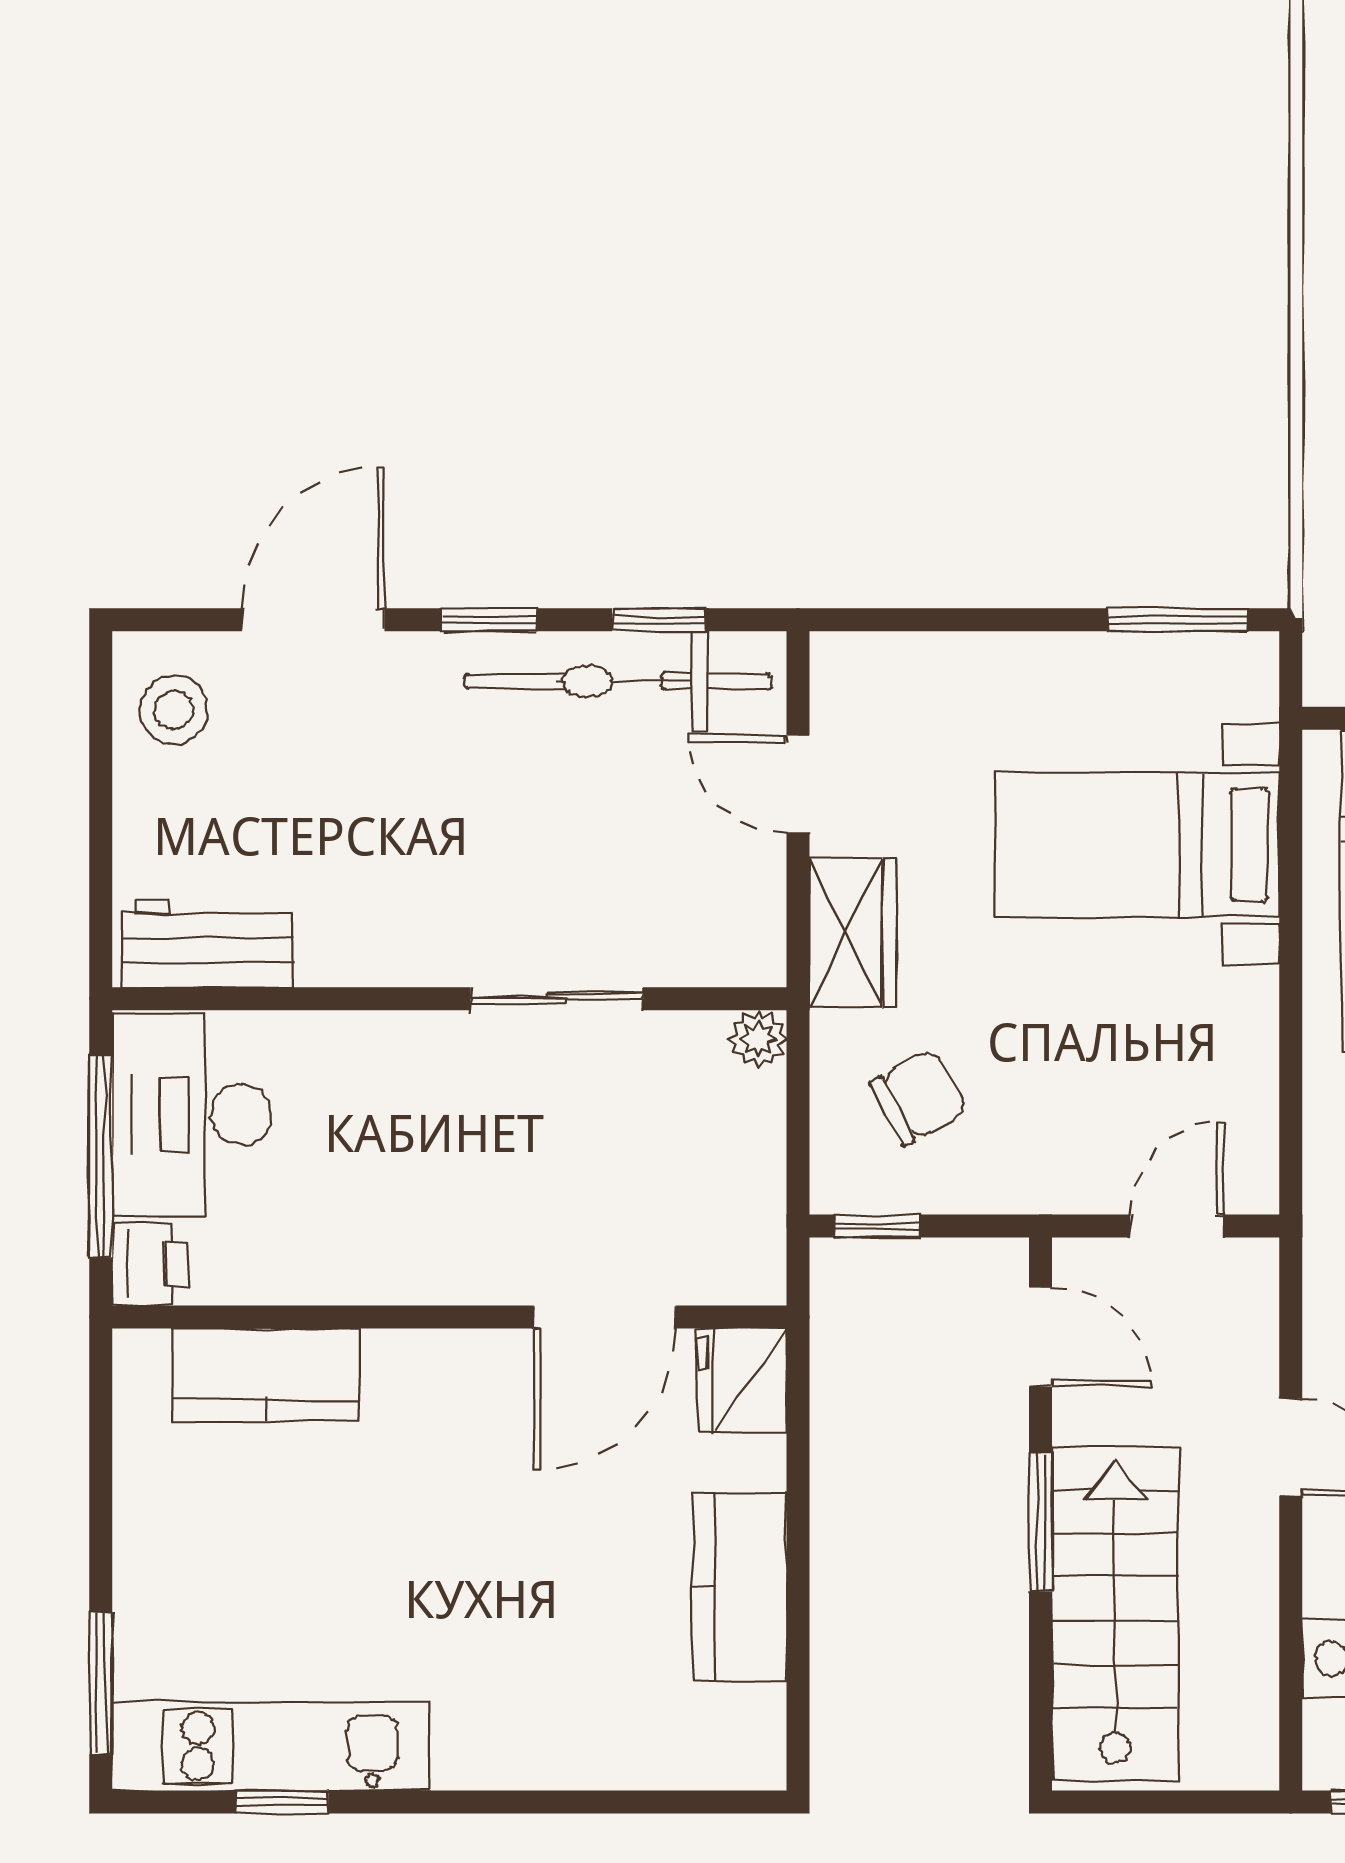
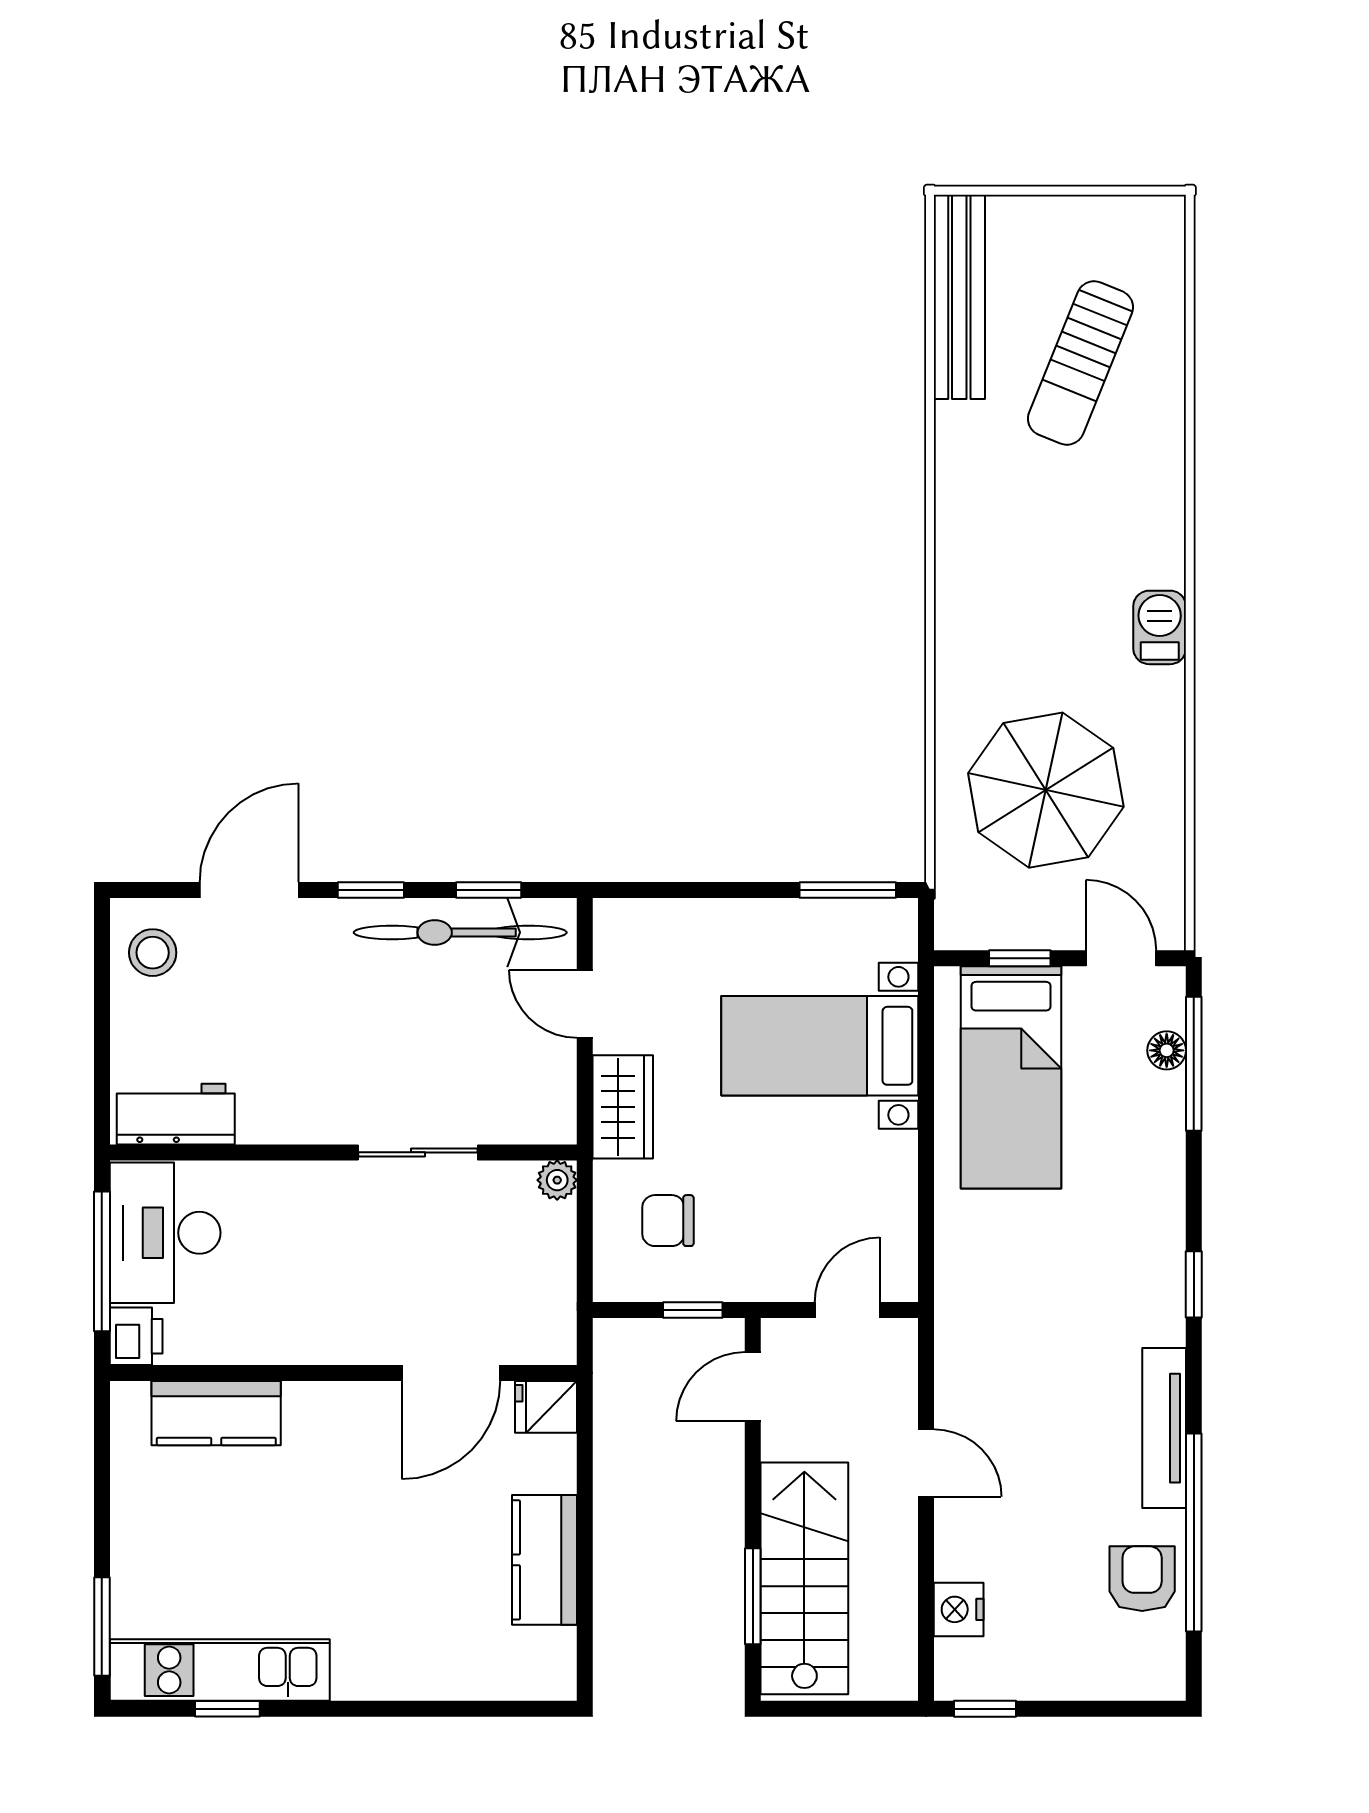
chair: (918, 1097) -> (668, 1221), turned -151
window: (877, 1226) -> (693, 1310), moved
door: (1041, 1337) -> (753, 1387), swing flipped
fridge: (742, 1380) -> (546, 1407), width x0.72
window: (1041, 1522) -> (753, 1596), moved

